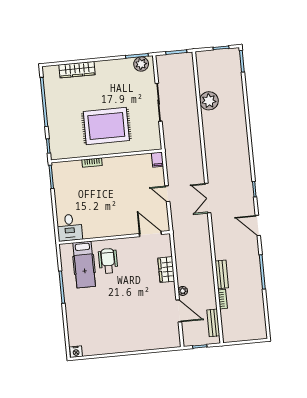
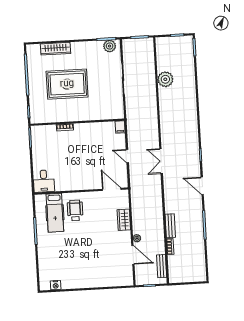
rug: (106, 126) -> (67, 84), moved
nightstand: (76, 352) -> (56, 285), moved

